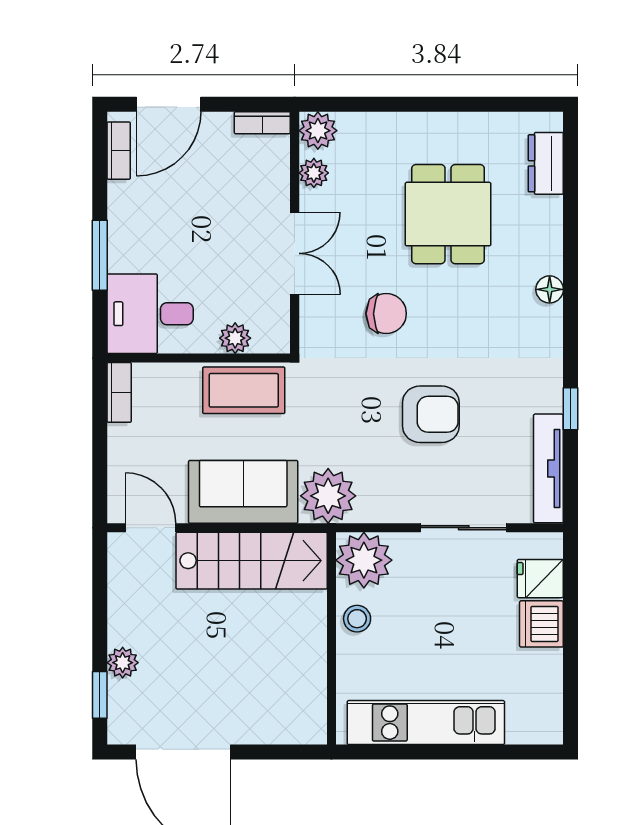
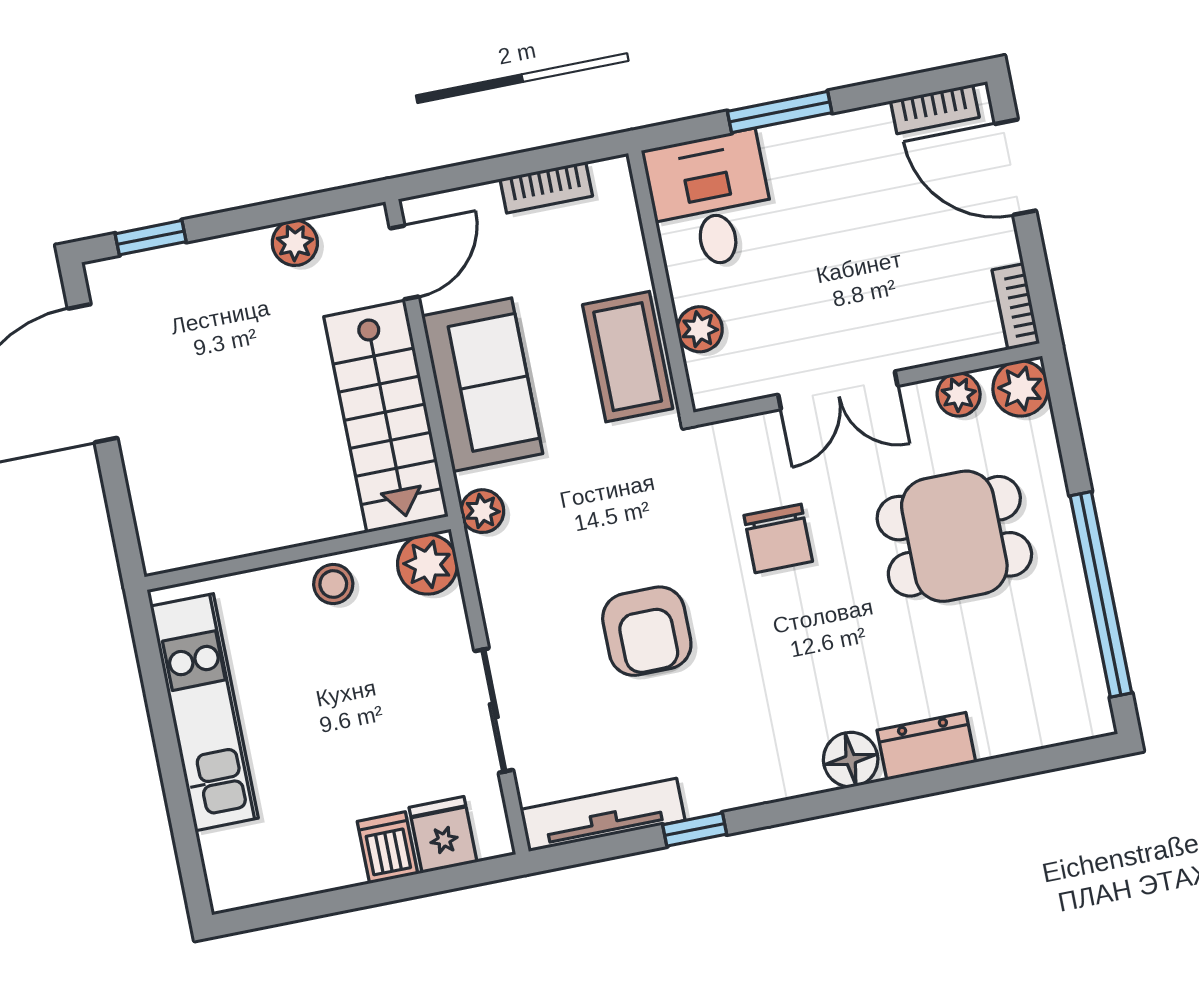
window: (467, 104) -> (1101, 594), added
dresser: (546, 163) -> (926, 746), moved
dining table: (448, 214) -> (954, 536), moved
floor lamp: (550, 289) -> (851, 760), width x1.37, depth x1.37
bookcase: (119, 392) -> (546, 187), moved
plant: (328, 496) -> (482, 511), width x0.53, depth x0.53
plant: (364, 560) -> (427, 564), width x0.73, depth x0.73
dishwasher: (541, 624) -> (388, 848), width x0.73
plant: (123, 663) -> (295, 243), moved

